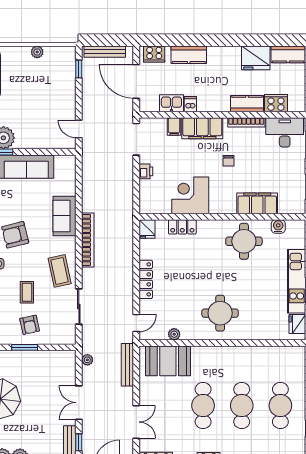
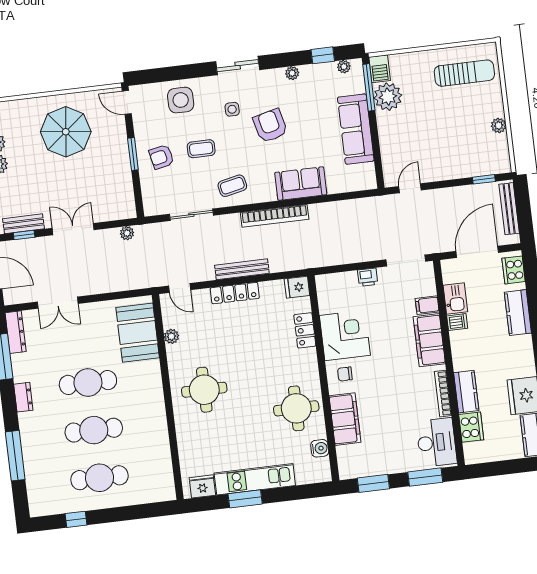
chair: (229, 161) -> (345, 374), moved
coffee table: (60, 271) -> (232, 186), width x0.73, depth x0.77
bench: (127, 365) -> (242, 269), moved

